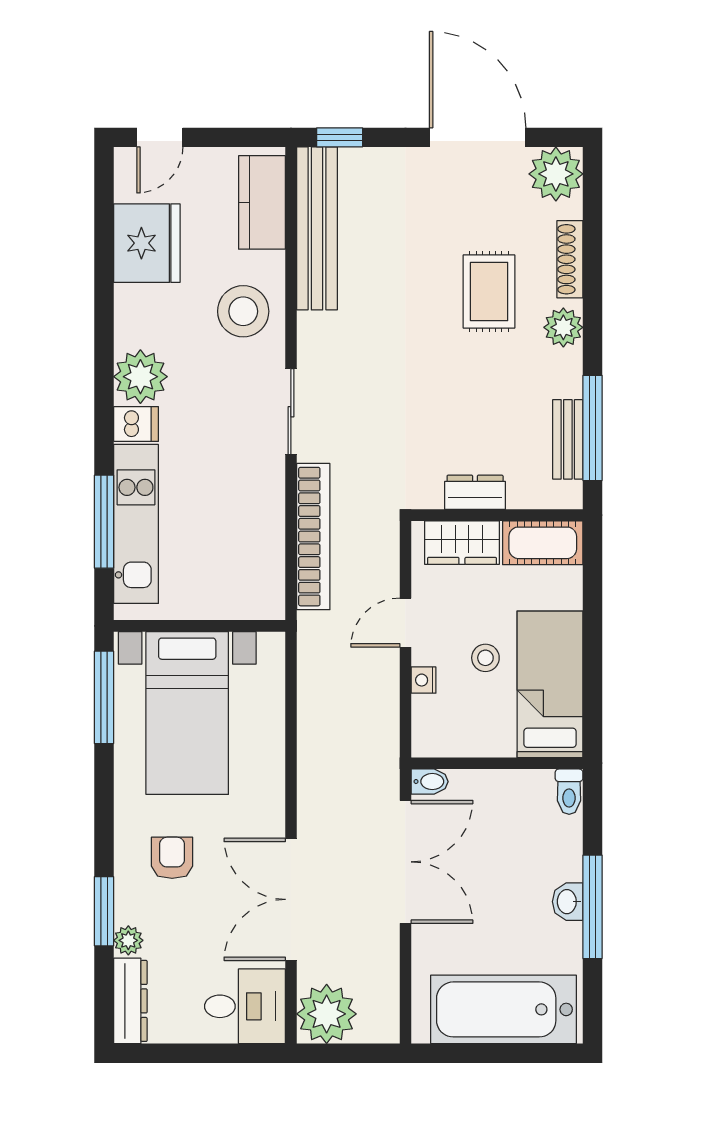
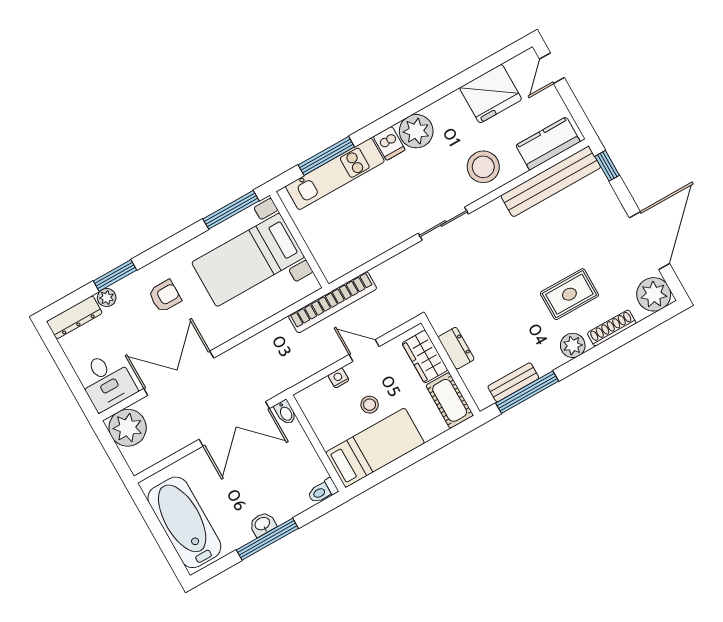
door: (160, 137) -> (552, 68), hinge flipped
bookcase: (313, 537) -> (333, 302), moved

